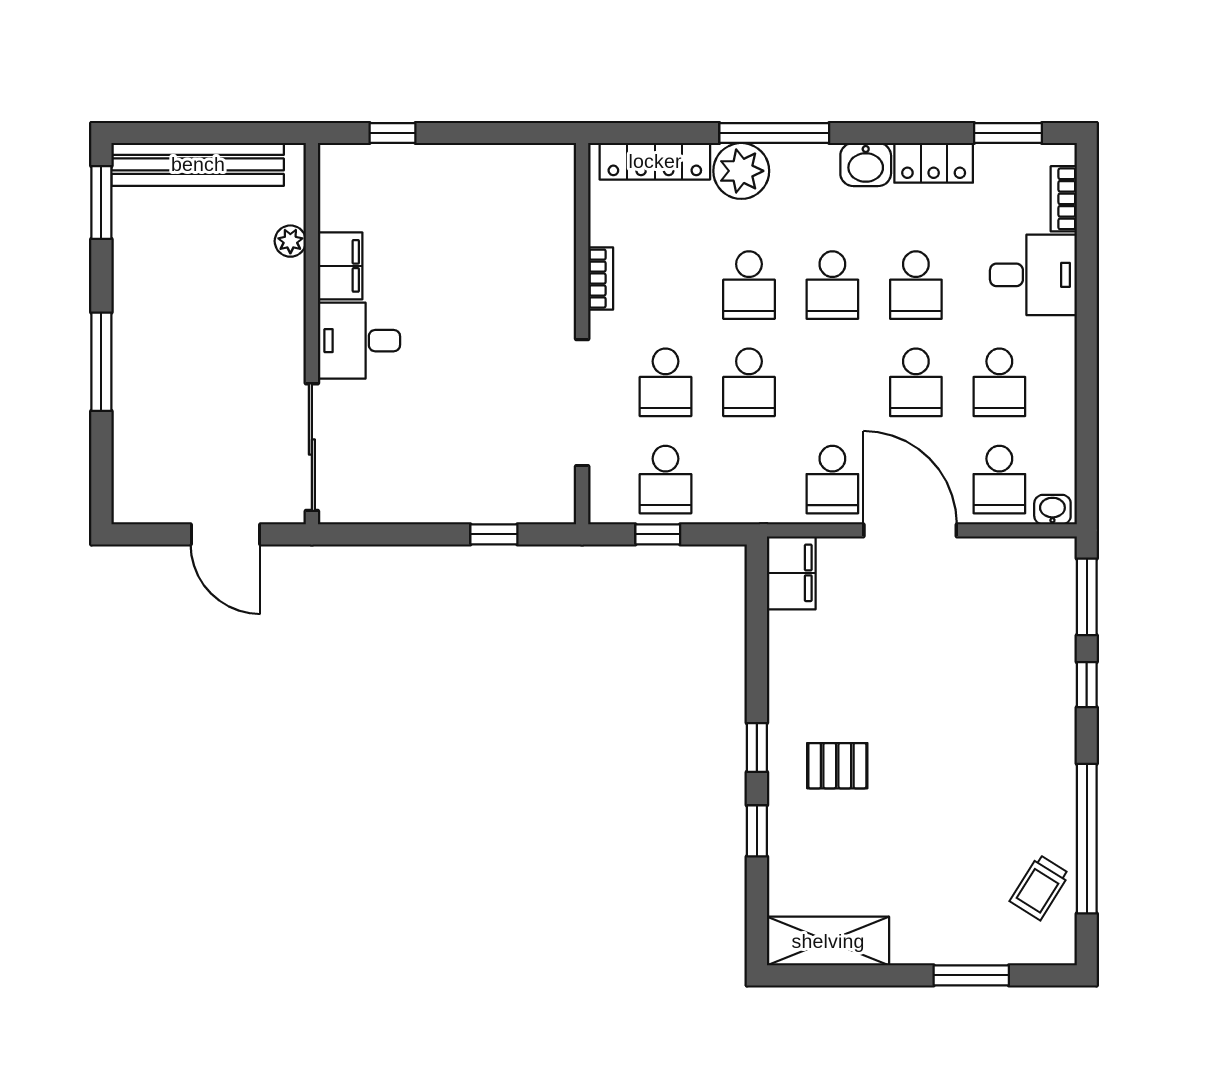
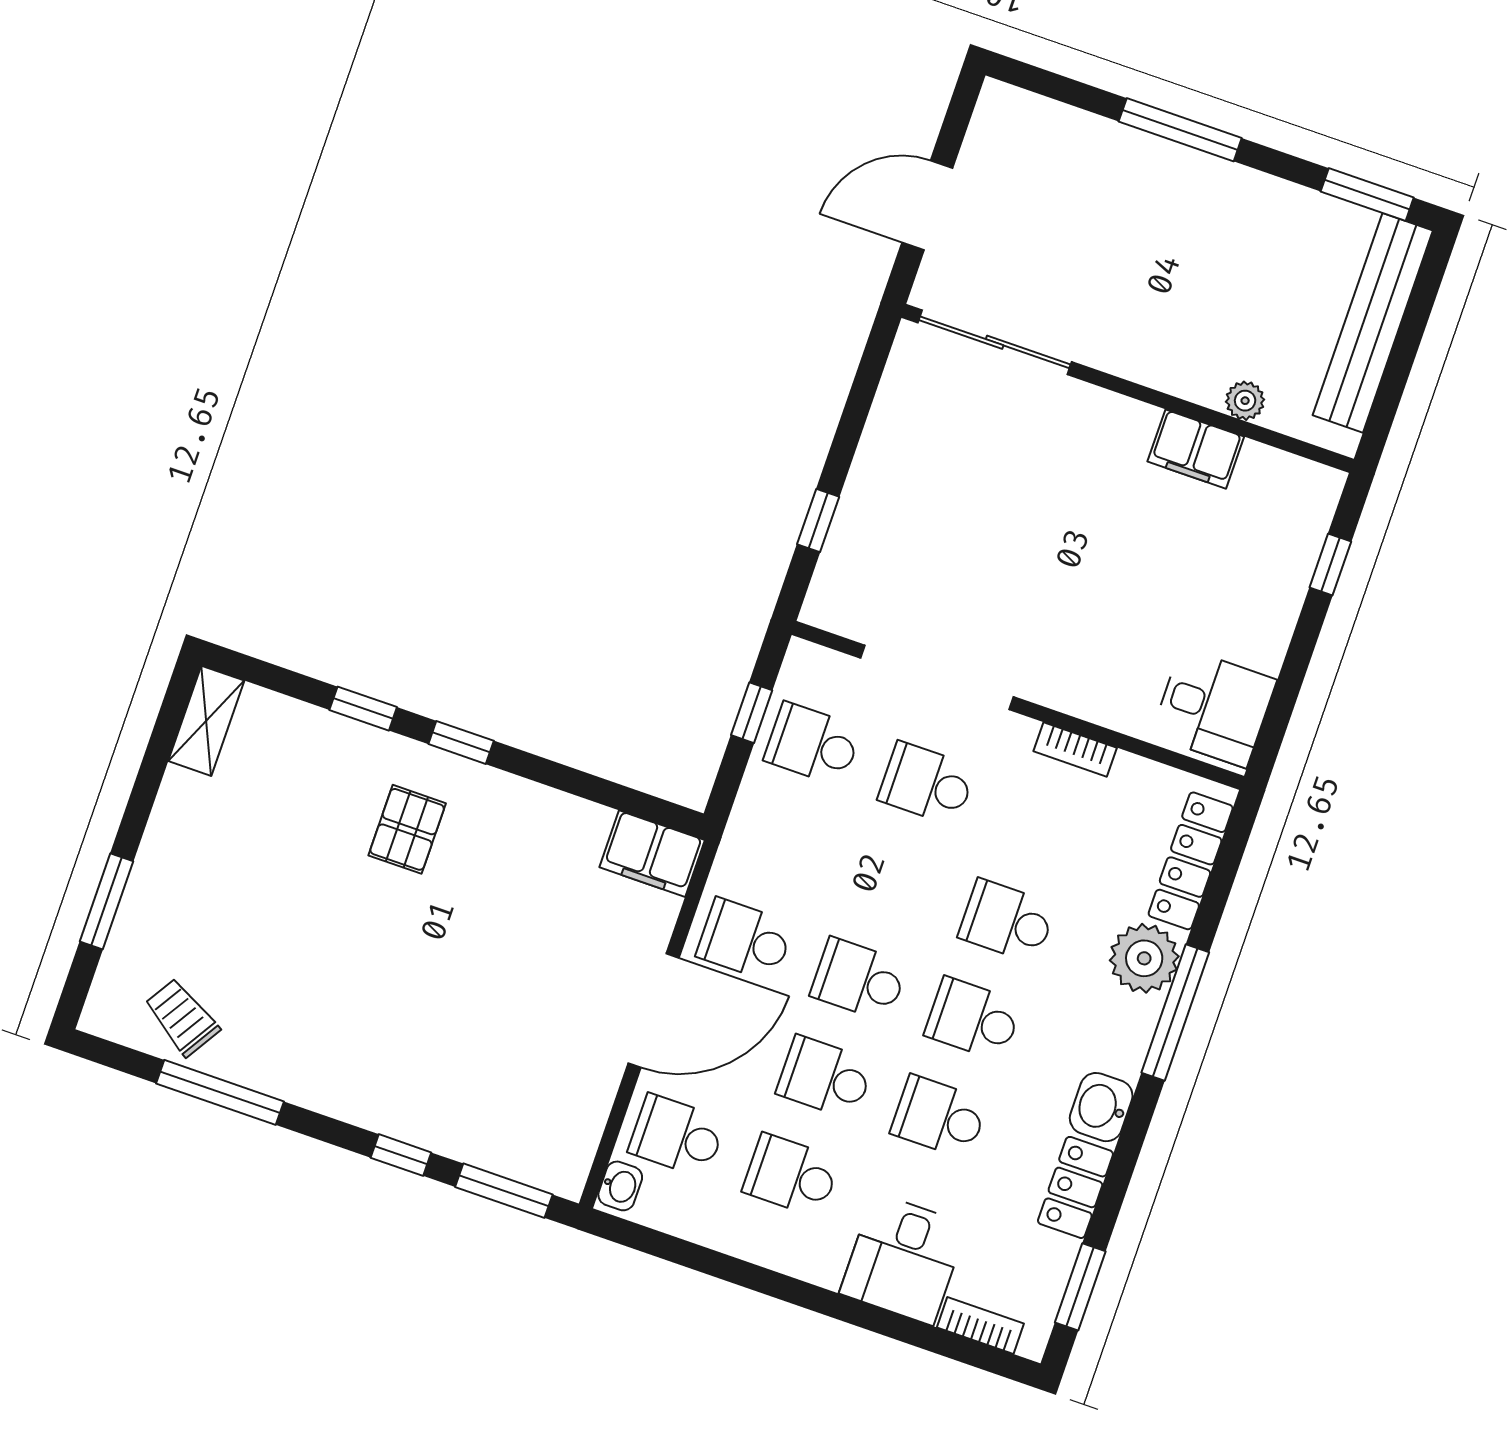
desk: (359, 341) -> (1214, 708), moved, turned 90
school desk: (749, 382) -> (859, 979), moved
window: (1087, 839) -> (220, 1092), width x0.68
shelving: (828, 941) -> (206, 721), width x0.67, depth x0.75

